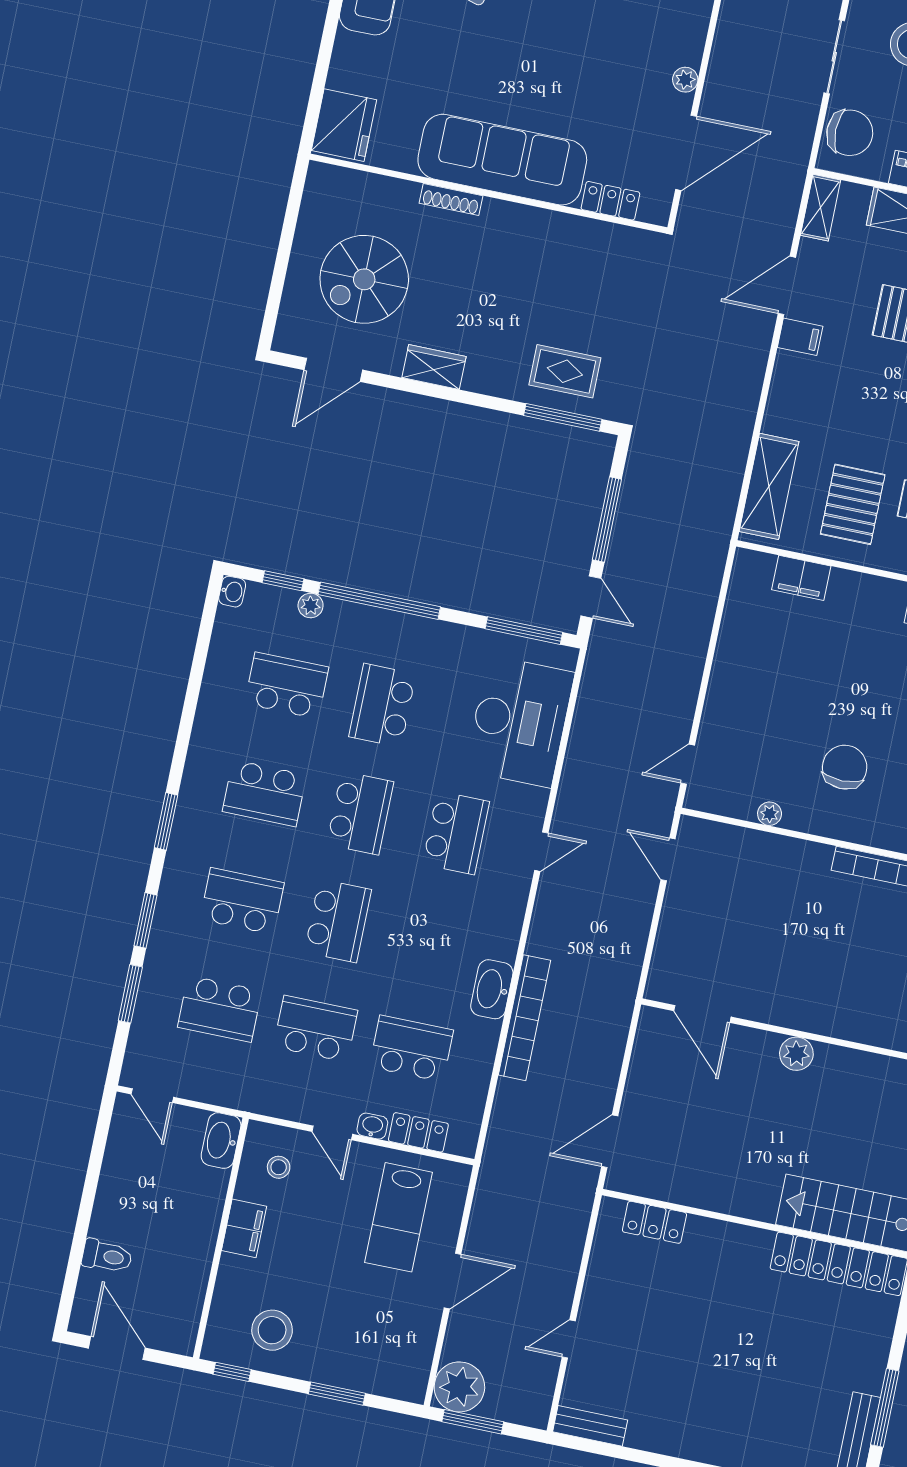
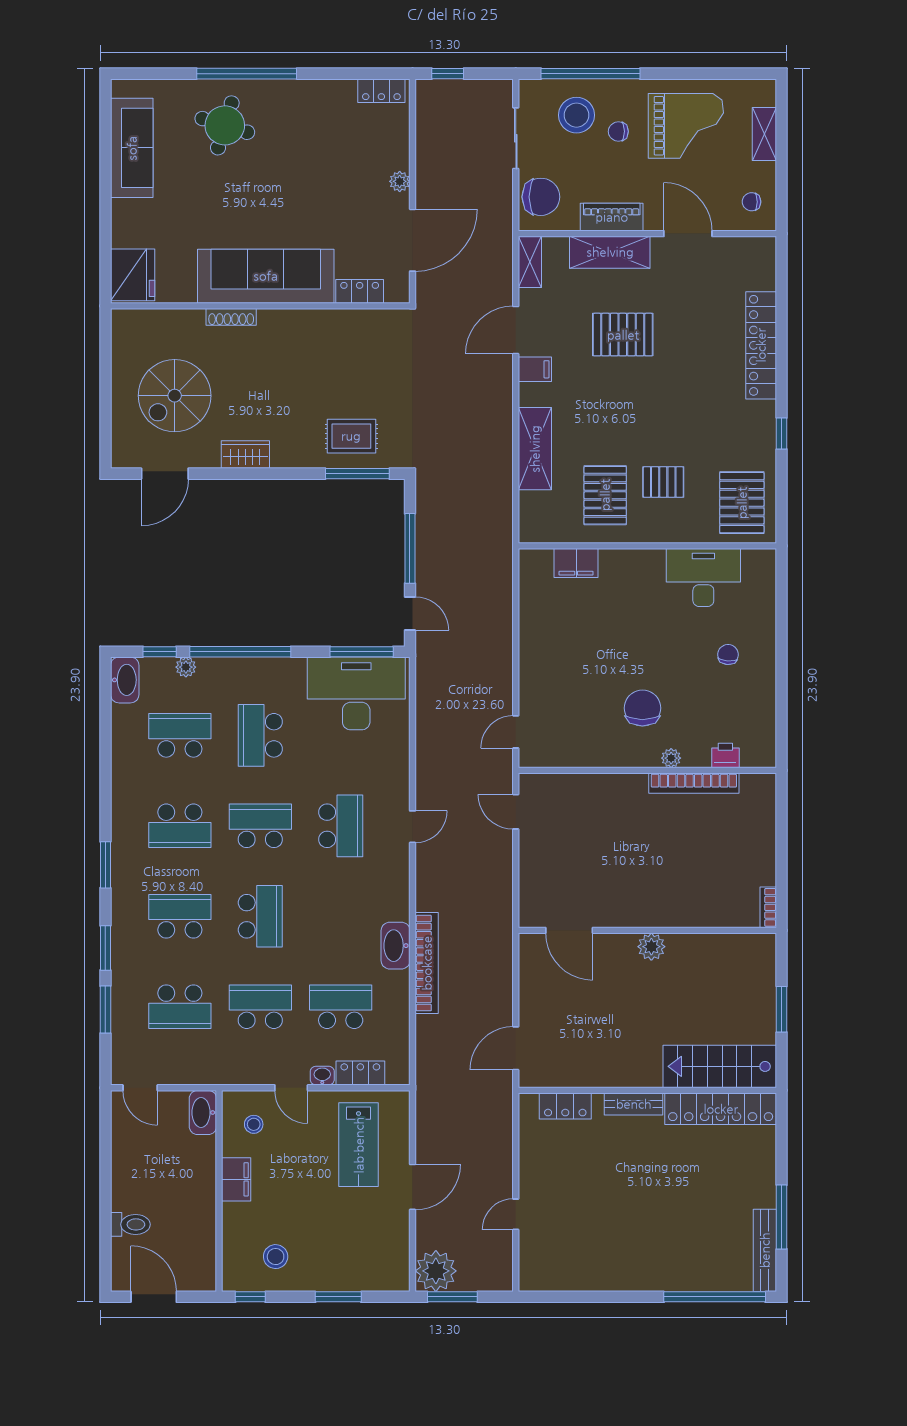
shelving: (769, 486) -> (535, 449), moved
washbasin: (232, 592) -> (125, 680), width x1.91, depth x1.45
desk: (520, 721) -> (356, 693), moved, turned -90
school desk: (360, 813) -> (260, 826), turned -90
plant: (770, 814) -> (671, 758), moved
stool: (272, 1330) -> (276, 1257), width x0.73, depth x0.73
bench: (590, 1426) -> (634, 1104), moved

